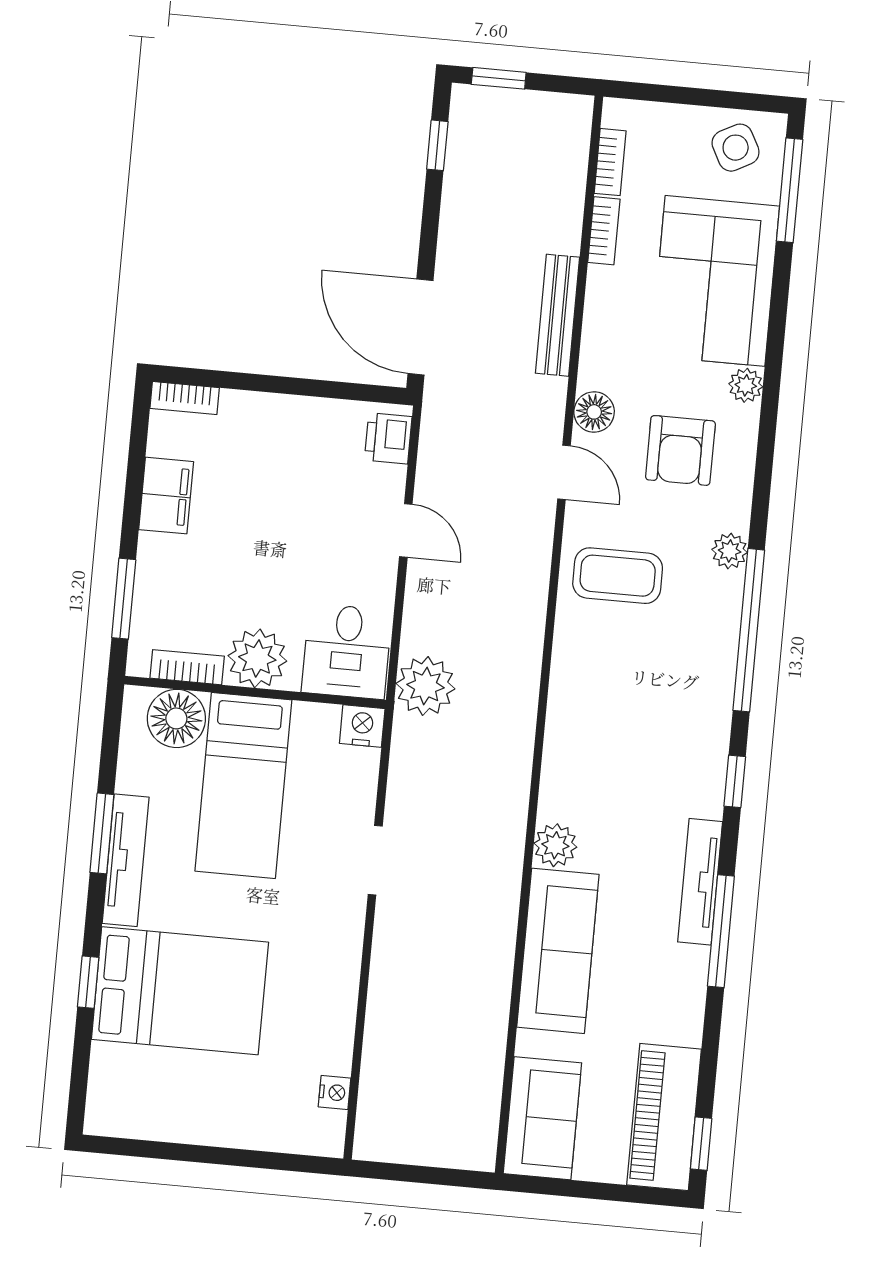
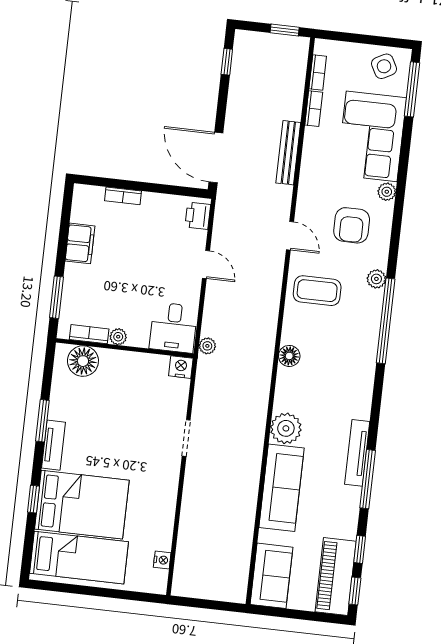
window: (499, 78) -> (285, 30), moved
bookcase: (185, 398) -> (123, 196), moved
floor lamp: (594, 412) -> (289, 356), moved
plant: (257, 658) -> (118, 337), width x0.53, depth x0.53
plant: (425, 686) -> (207, 346), width x0.53, depth x0.53
window: (735, 781) -> (360, 549), moved
bed: (243, 785) -> (79, 558), moved, turned -90
plant: (555, 845) -> (286, 428), width x1.36, depth x1.36
tv unit: (126, 860) -> (53, 445), width x0.71

